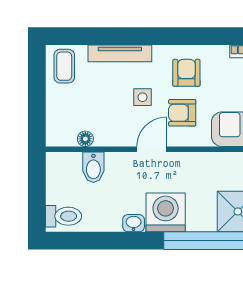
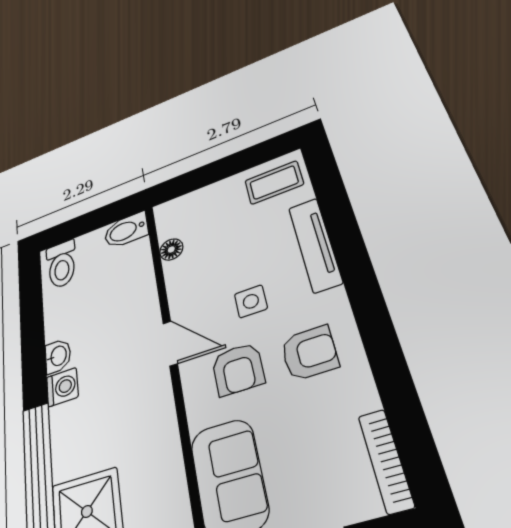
armchair: (182, 113) -> (238, 369), turned 180
bidet: (93, 167) -> (126, 230), moved
washing machine: (166, 212) -> (62, 387), width x0.53, depth x0.53

